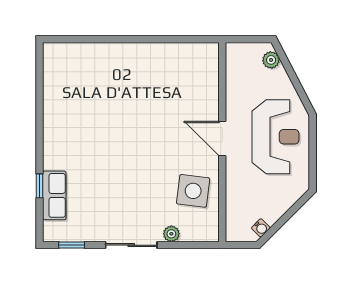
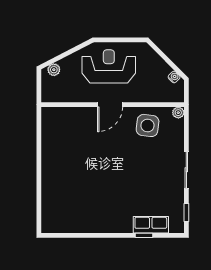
plant: (171, 234) -> (178, 113), moved

